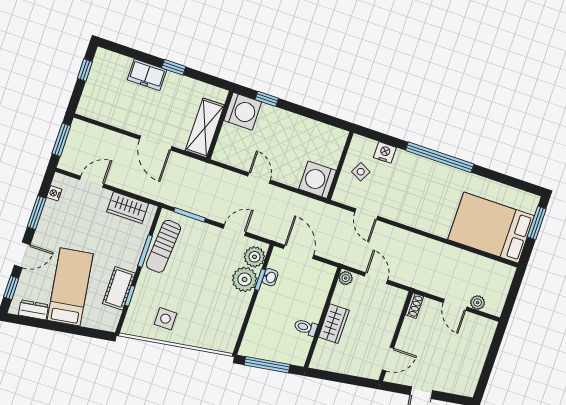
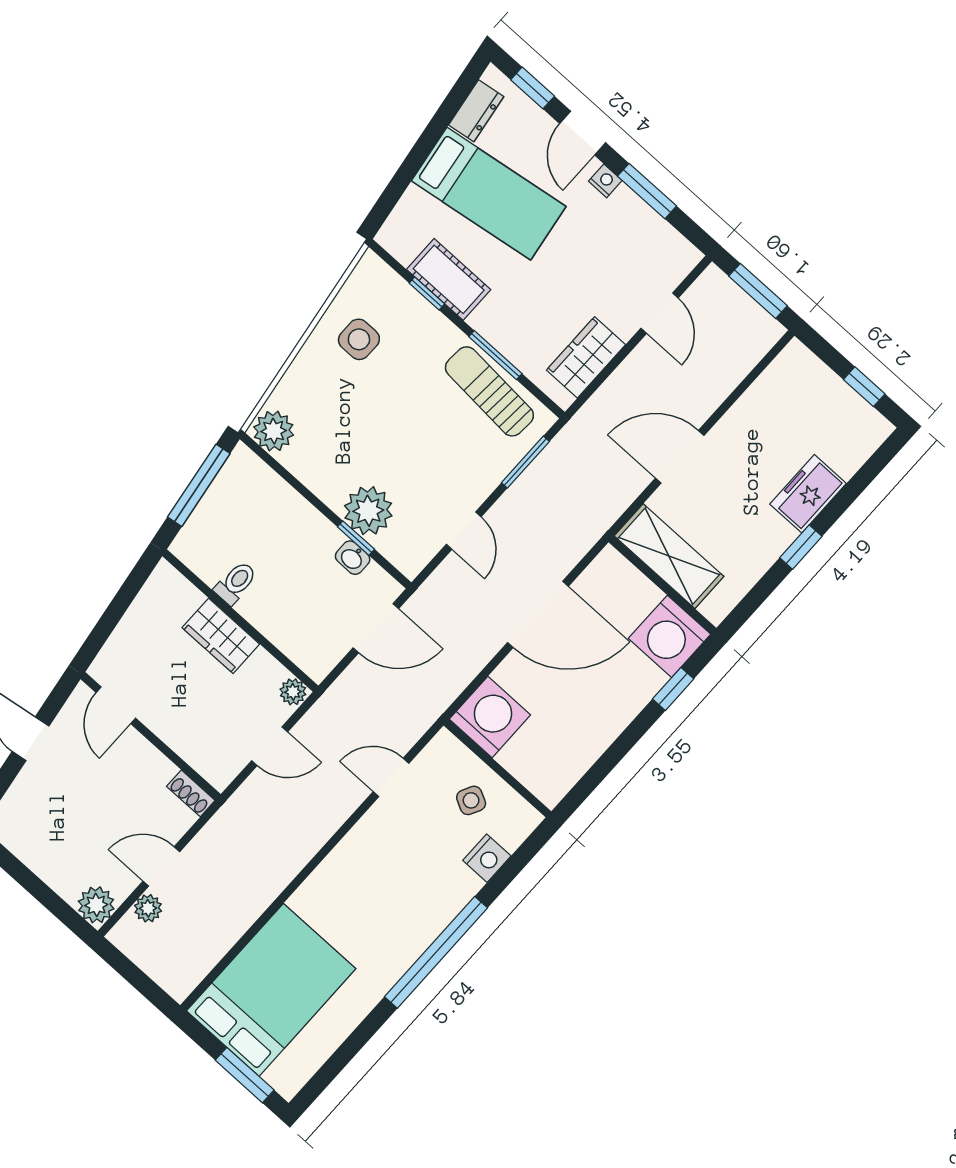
door: (259, 178) -> (538, 614), width x1.88
nightstand: (54, 193) -> (605, 181), moved
plant: (254, 257) -> (274, 431), moved
plant: (487, 328) -> (96, 905), added

